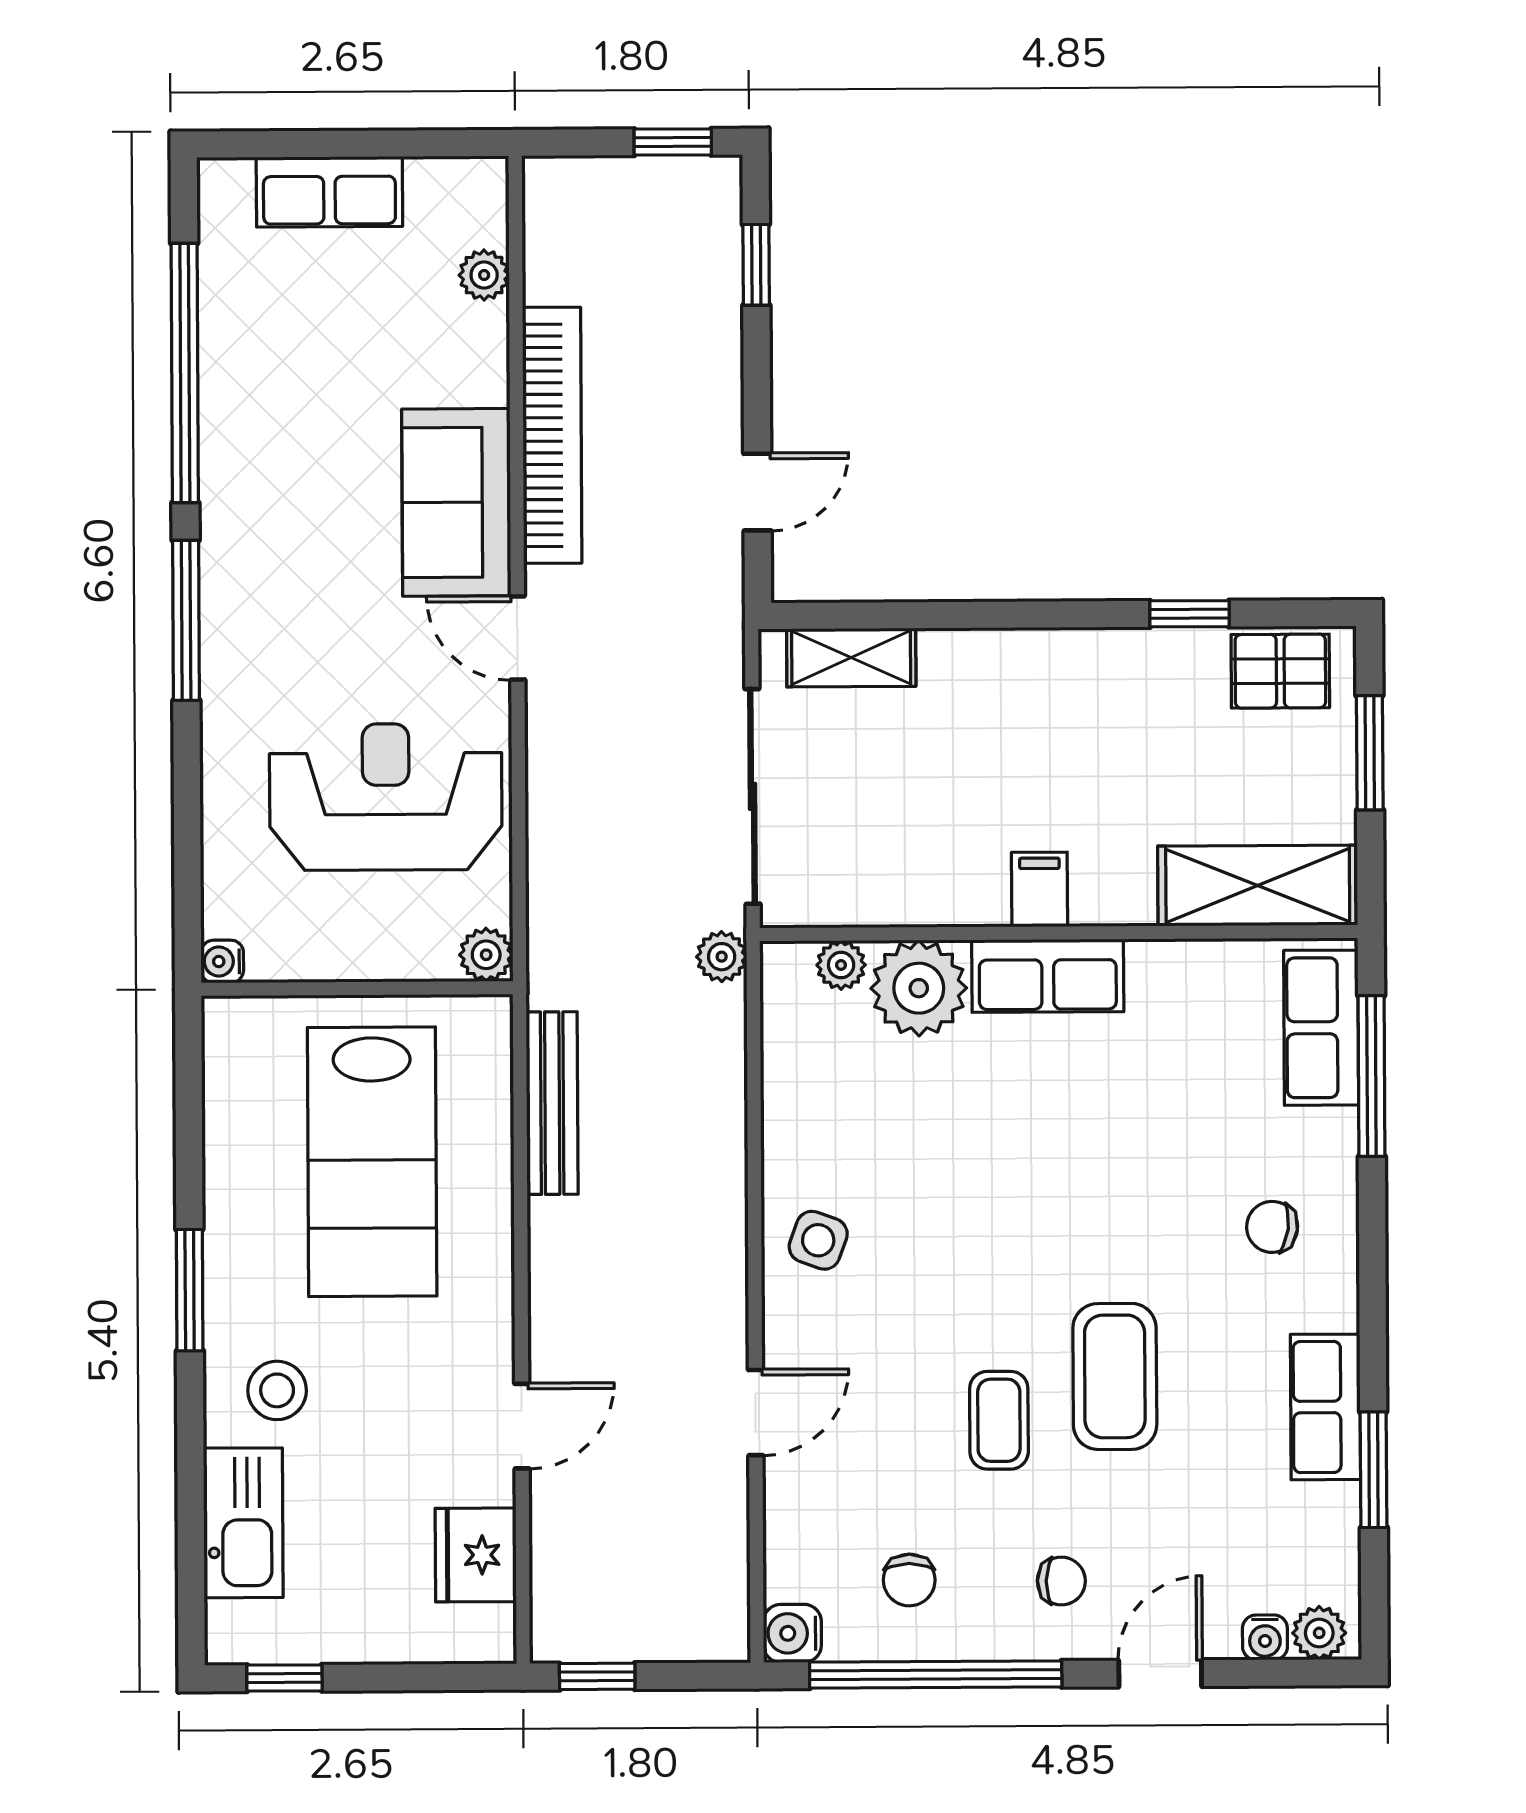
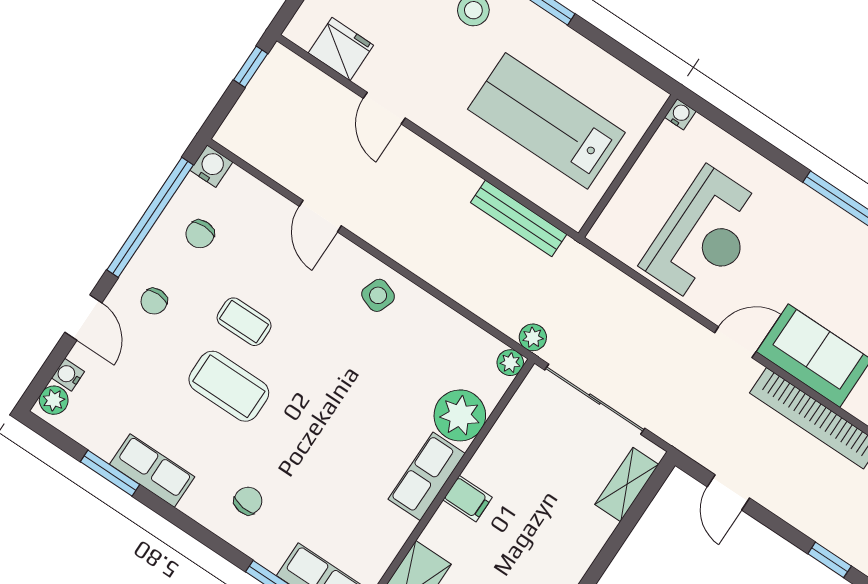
plant: (486, 955) -> (604, 233), removed
plant: (841, 965) -> (510, 363), moved
chair: (909, 1580) -> (200, 234), turned -90

